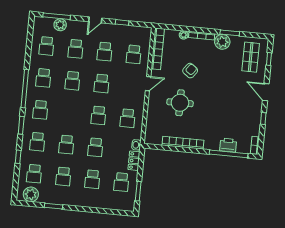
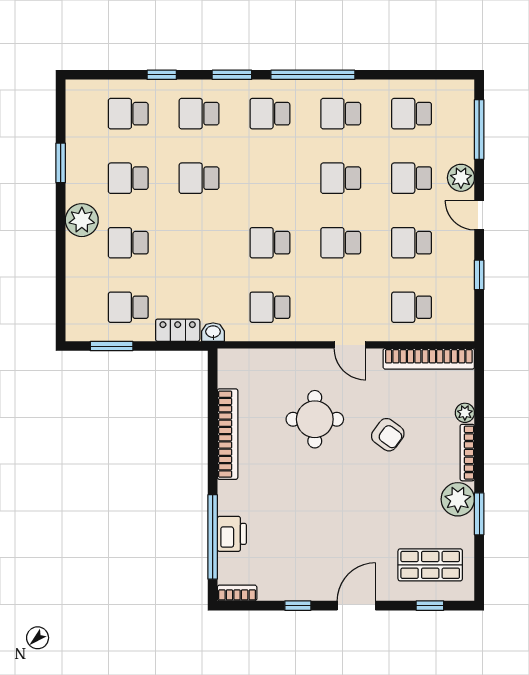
plant: (60, 25) -> (461, 178), moved
school desk: (95, 147) -> (199, 243), removed
plant: (31, 194) -> (82, 220), moved

